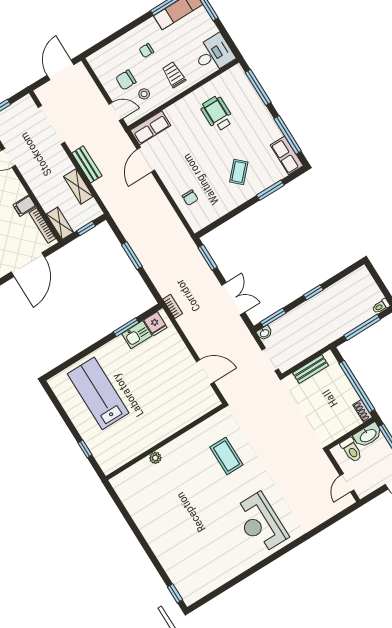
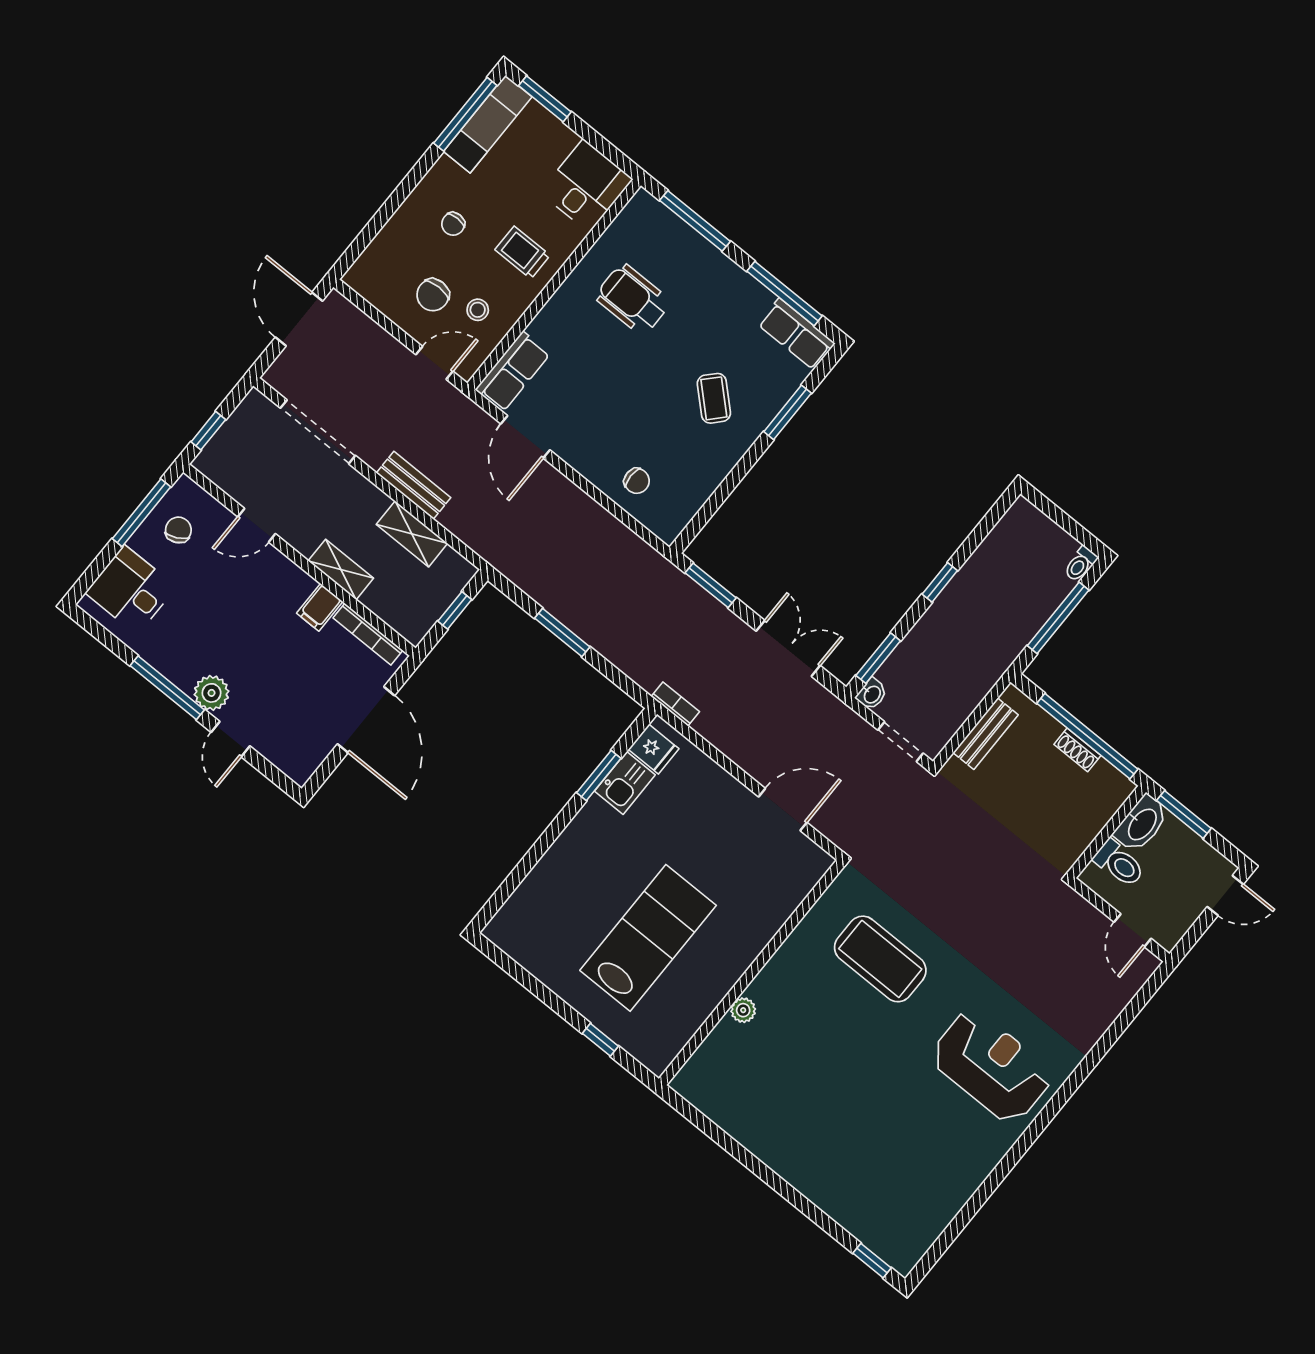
shelving: (60, 223) -> (341, 569), moved
lab bench: (98, 393) -> (648, 938), moved, turned 90
shoe rack: (363, 411) -> (1077, 750), moved
coffee table: (226, 456) -> (880, 959), width x1.36, depth x1.32
reception desk: (261, 523) -> (991, 1066), turned 180

